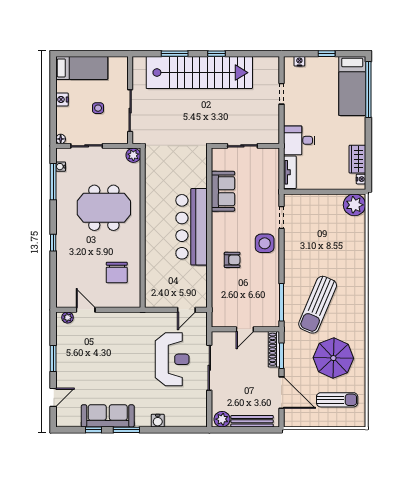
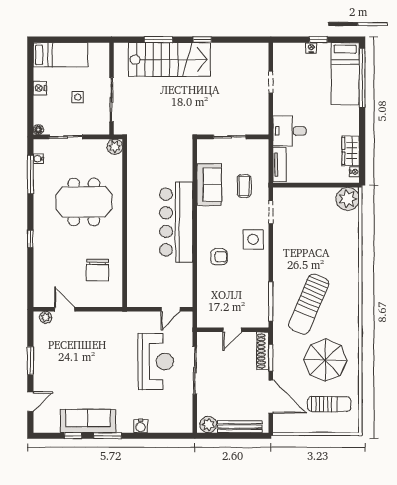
nightstand: (299, 61) -> (311, 48), moved
stairs: (199, 73) -> (169, 60), width x0.73
coffee table: (256, 193) -> (244, 186), added

